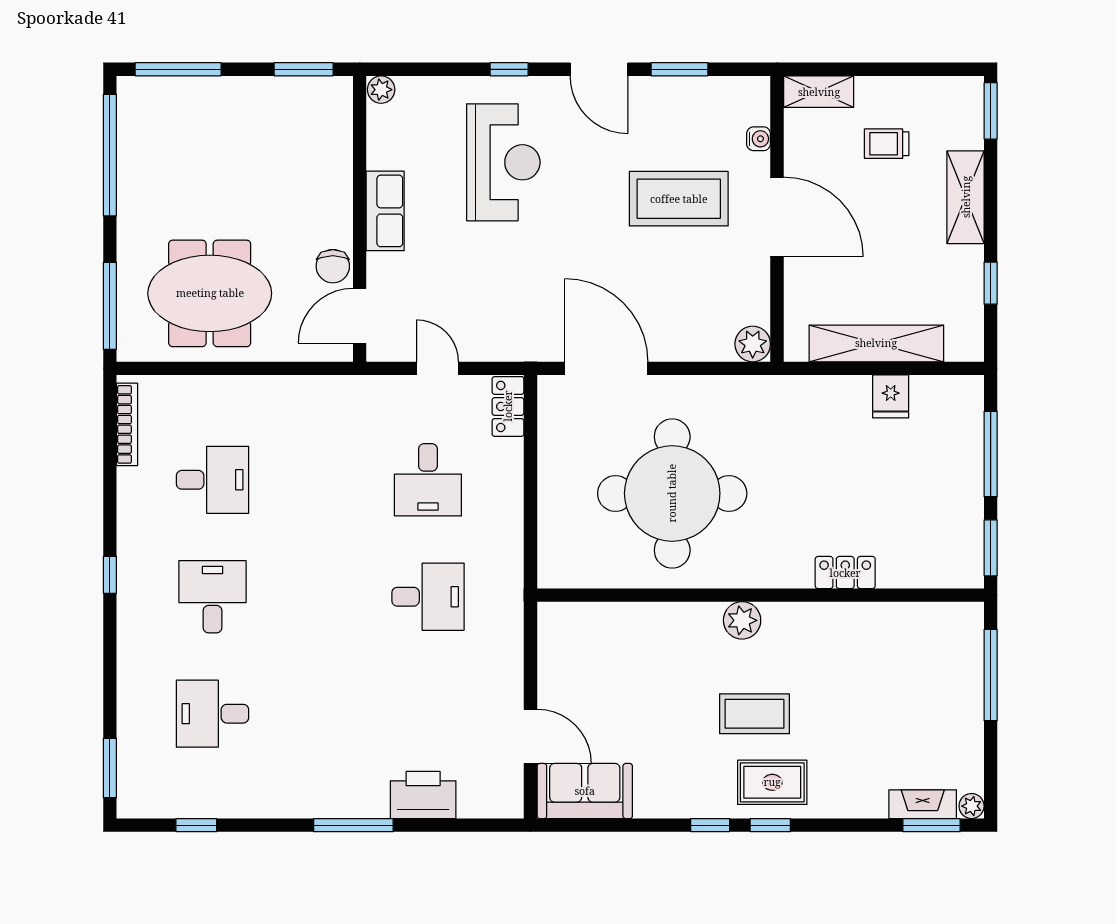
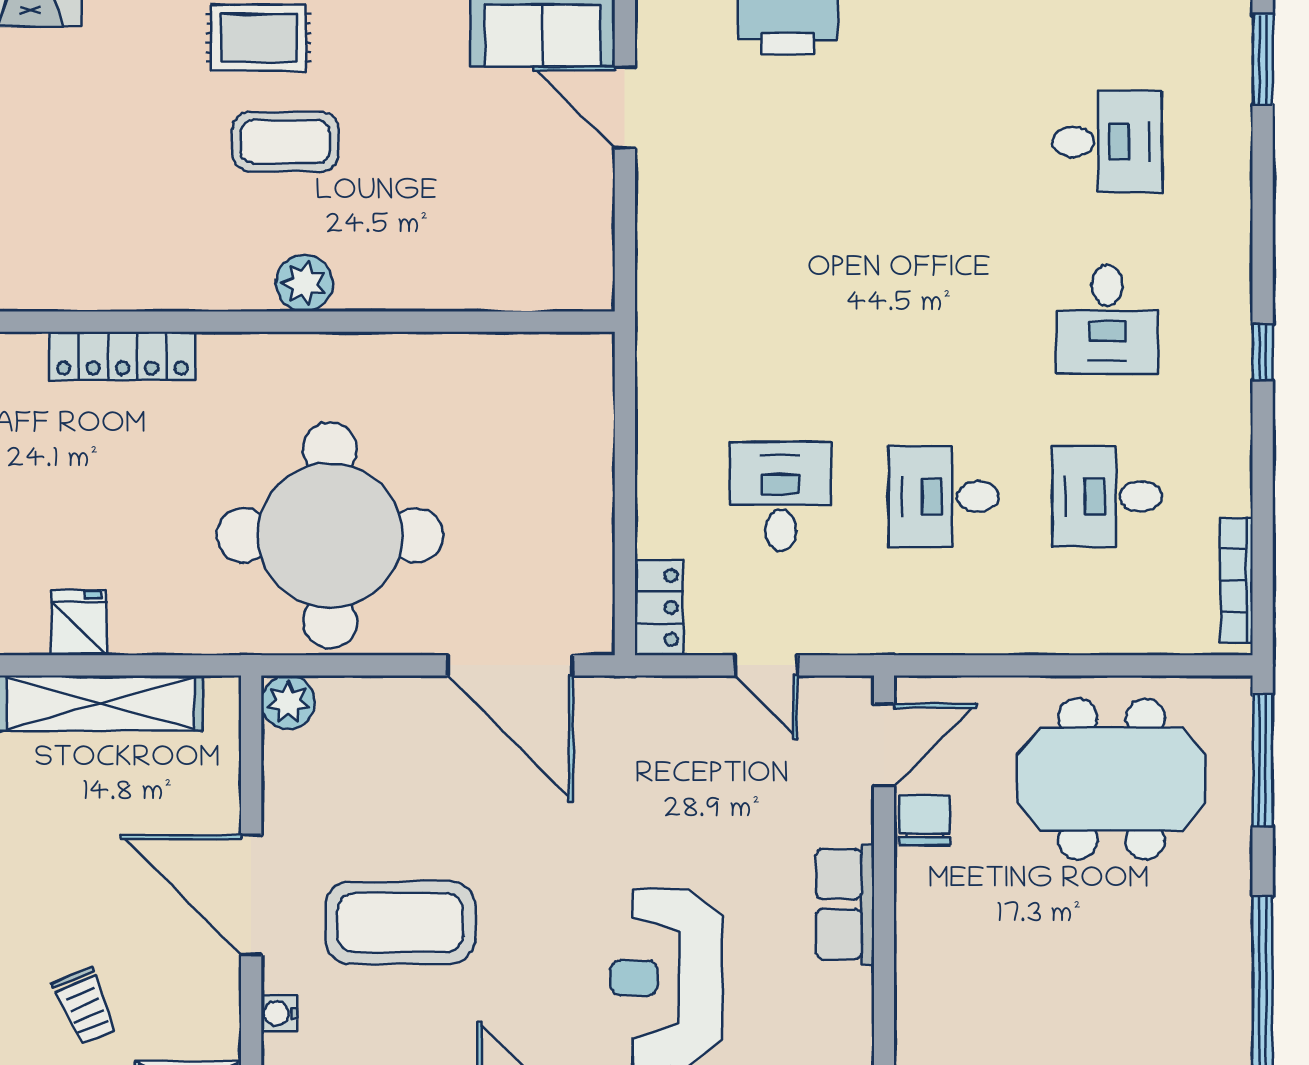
trolley: (887, 144) -> (85, 1006), turned 67
round table: (672, 493) -> (330, 535), moved
locker: (845, 573) -> (123, 356), width x1.53
desk: (428, 597) -> (944, 496), moved

